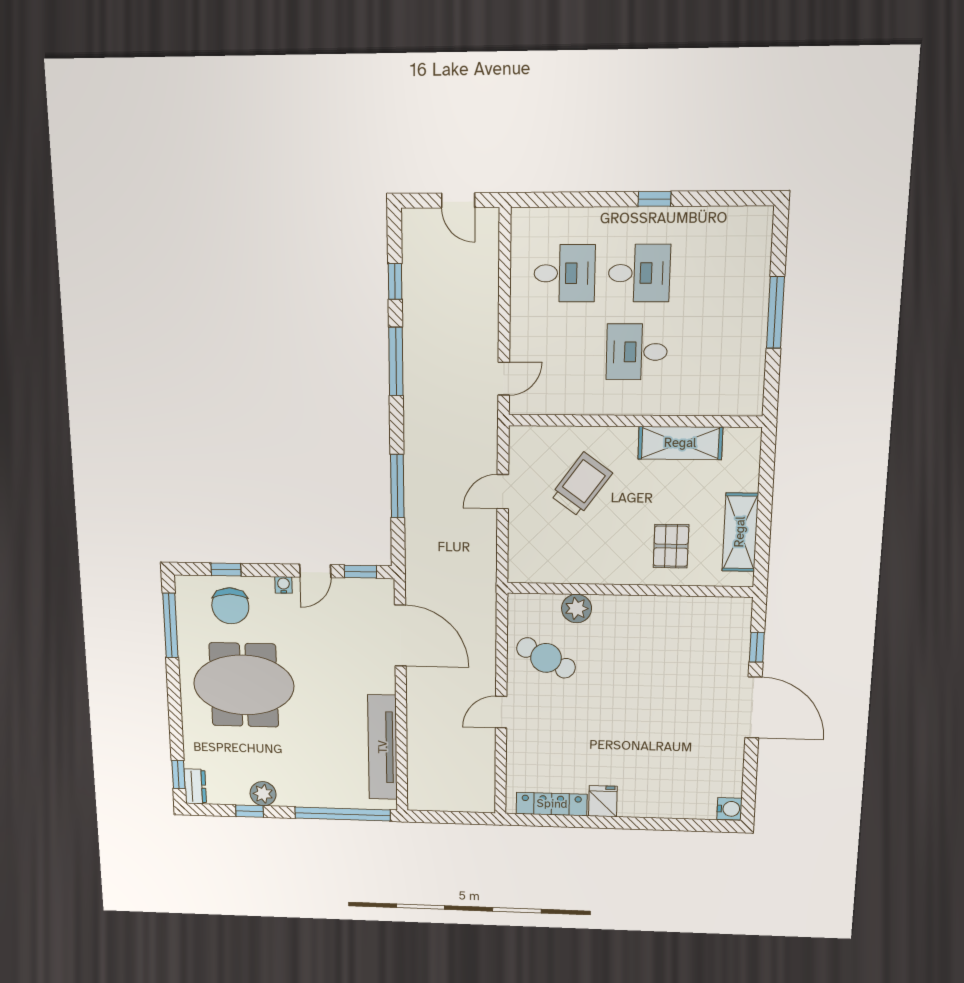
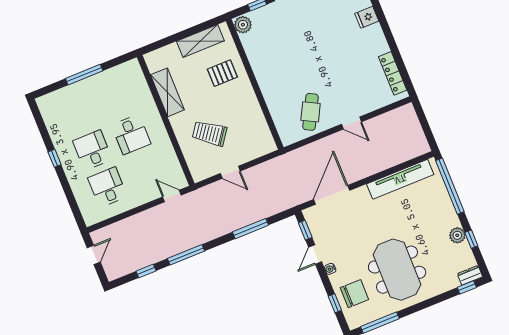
door: (315, 571) -> (315, 255), swing flipped
plant: (577, 609) -> (243, 25), moved
fridge: (603, 801) -> (367, 17), moved

